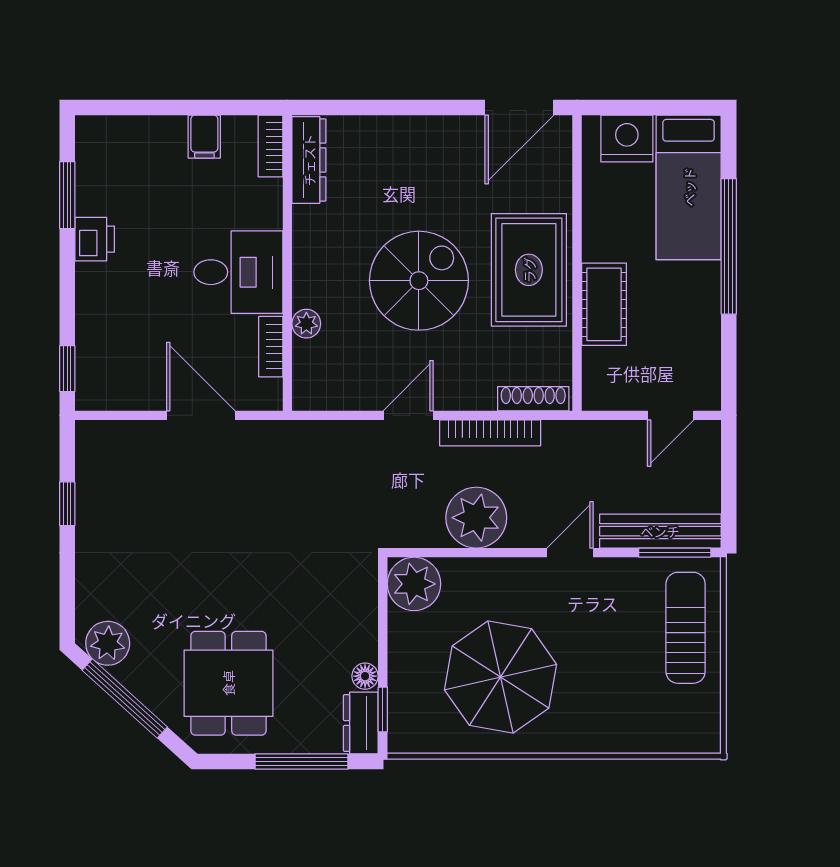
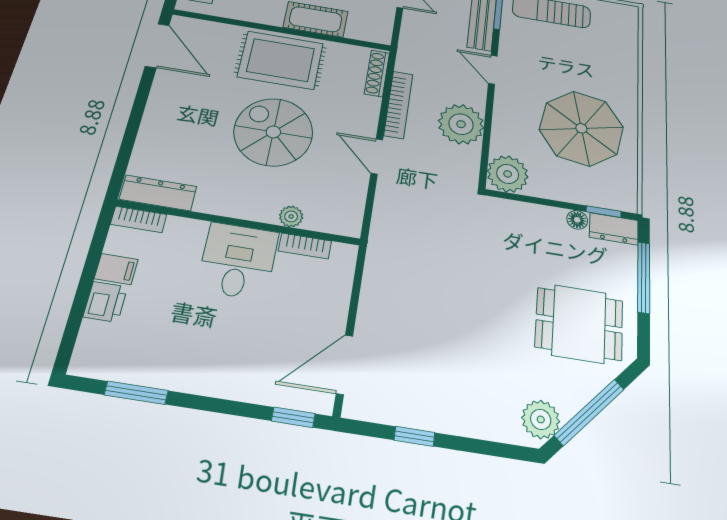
printer: (95, 239) -> (105, 302), moved, turned 90
door: (201, 415) -> (344, 365), moved

